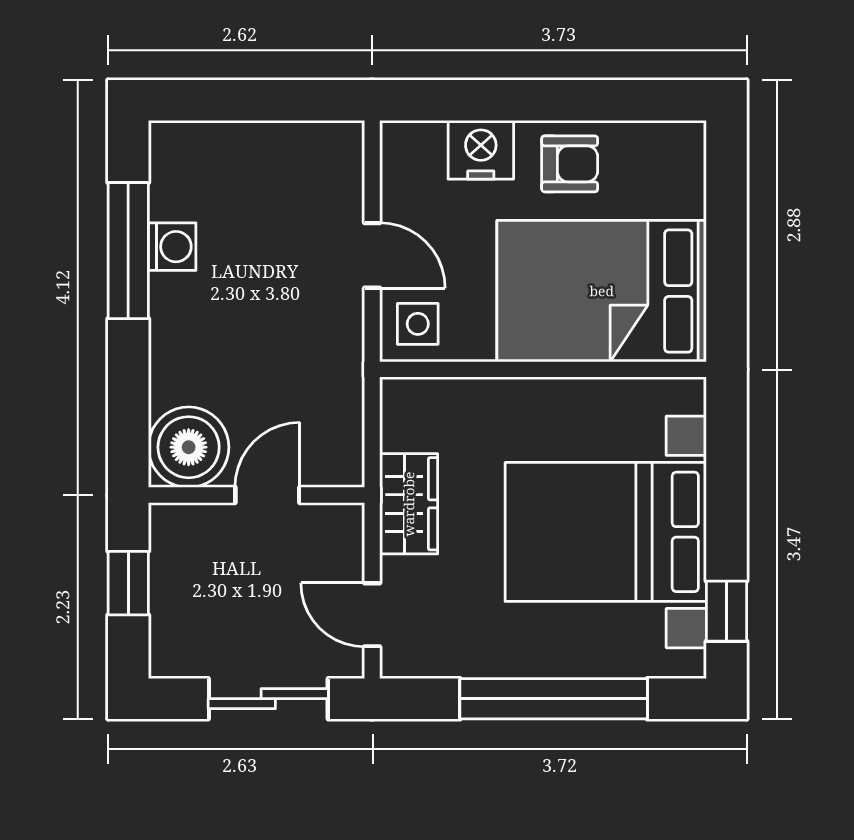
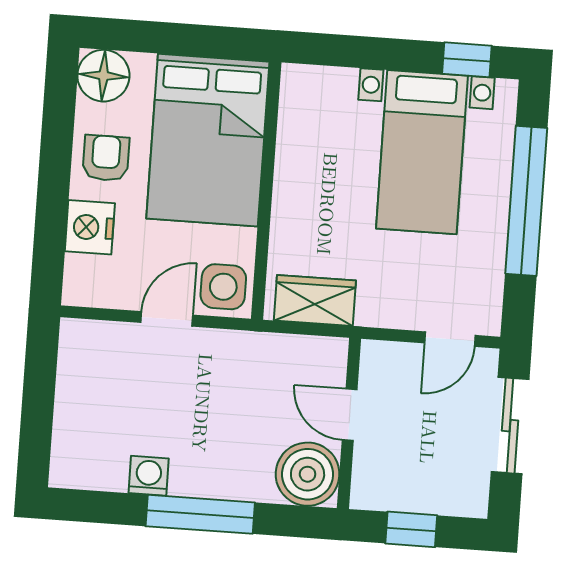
floor lamp: (674, 153) -> (103, 76), added
window: (128, 251) -> (200, 514), moved
side table: (418, 324) -> (223, 287), width x1.37, depth x1.37
wardrobe: (409, 504) -> (315, 300), moved
bed with nightstands: (606, 532) -> (422, 152), width x0.73

